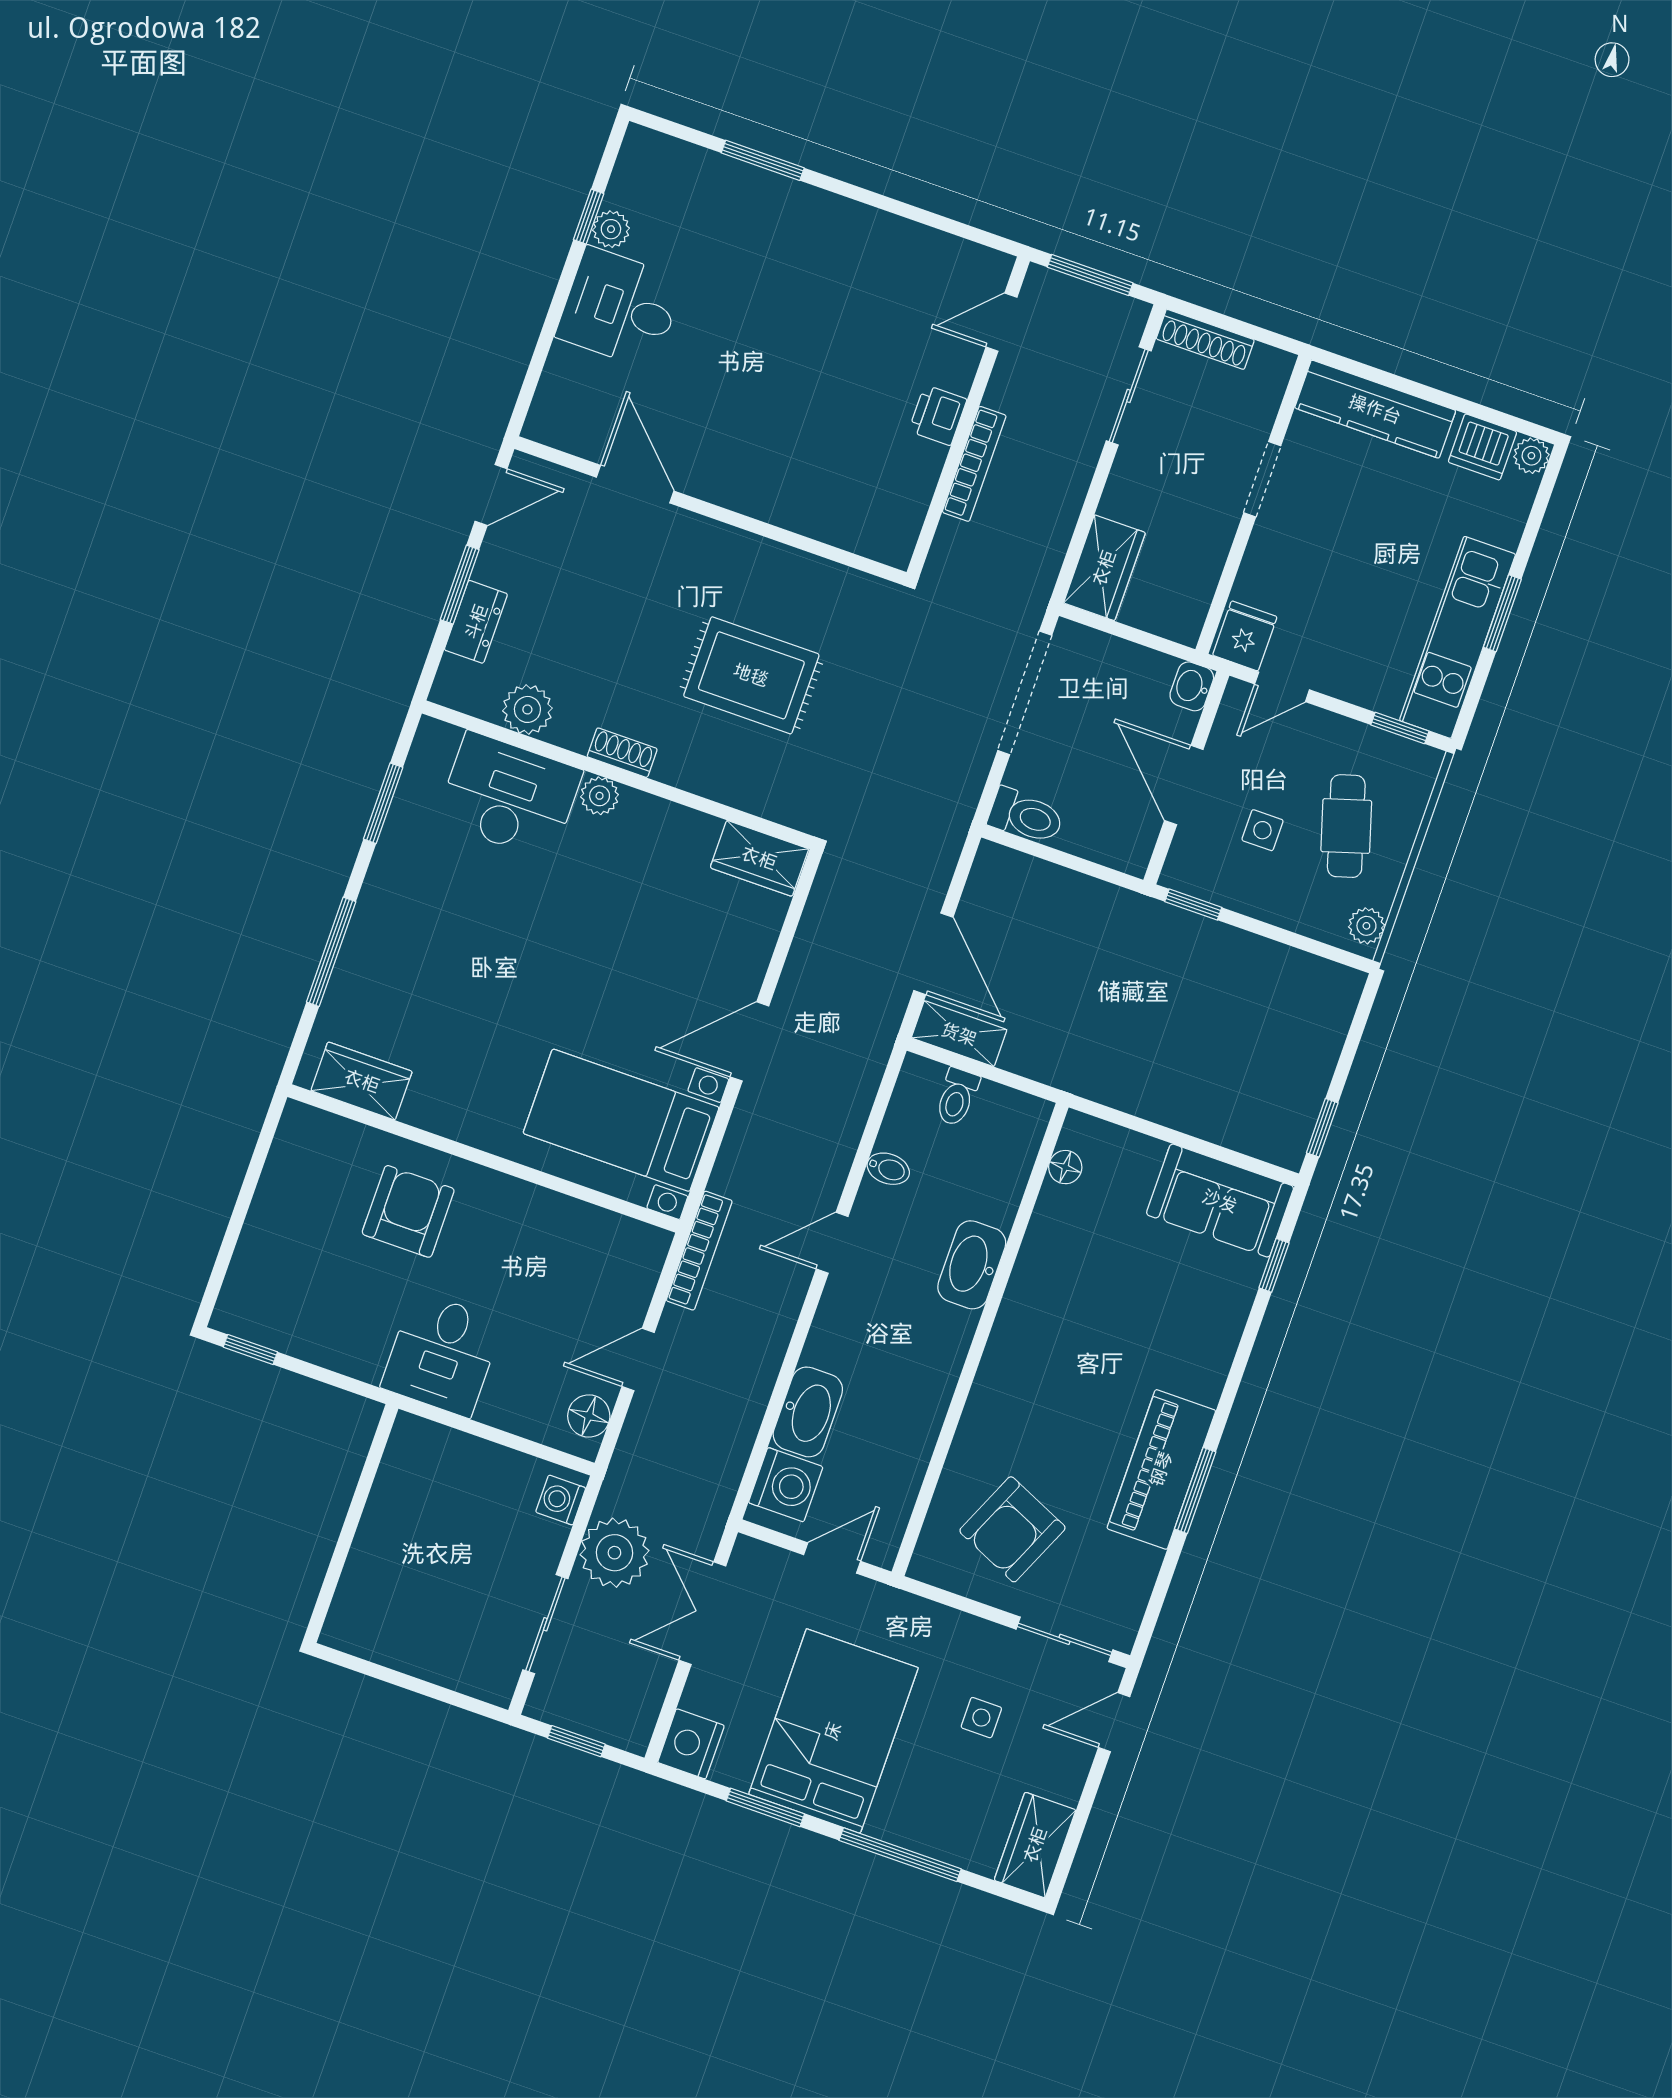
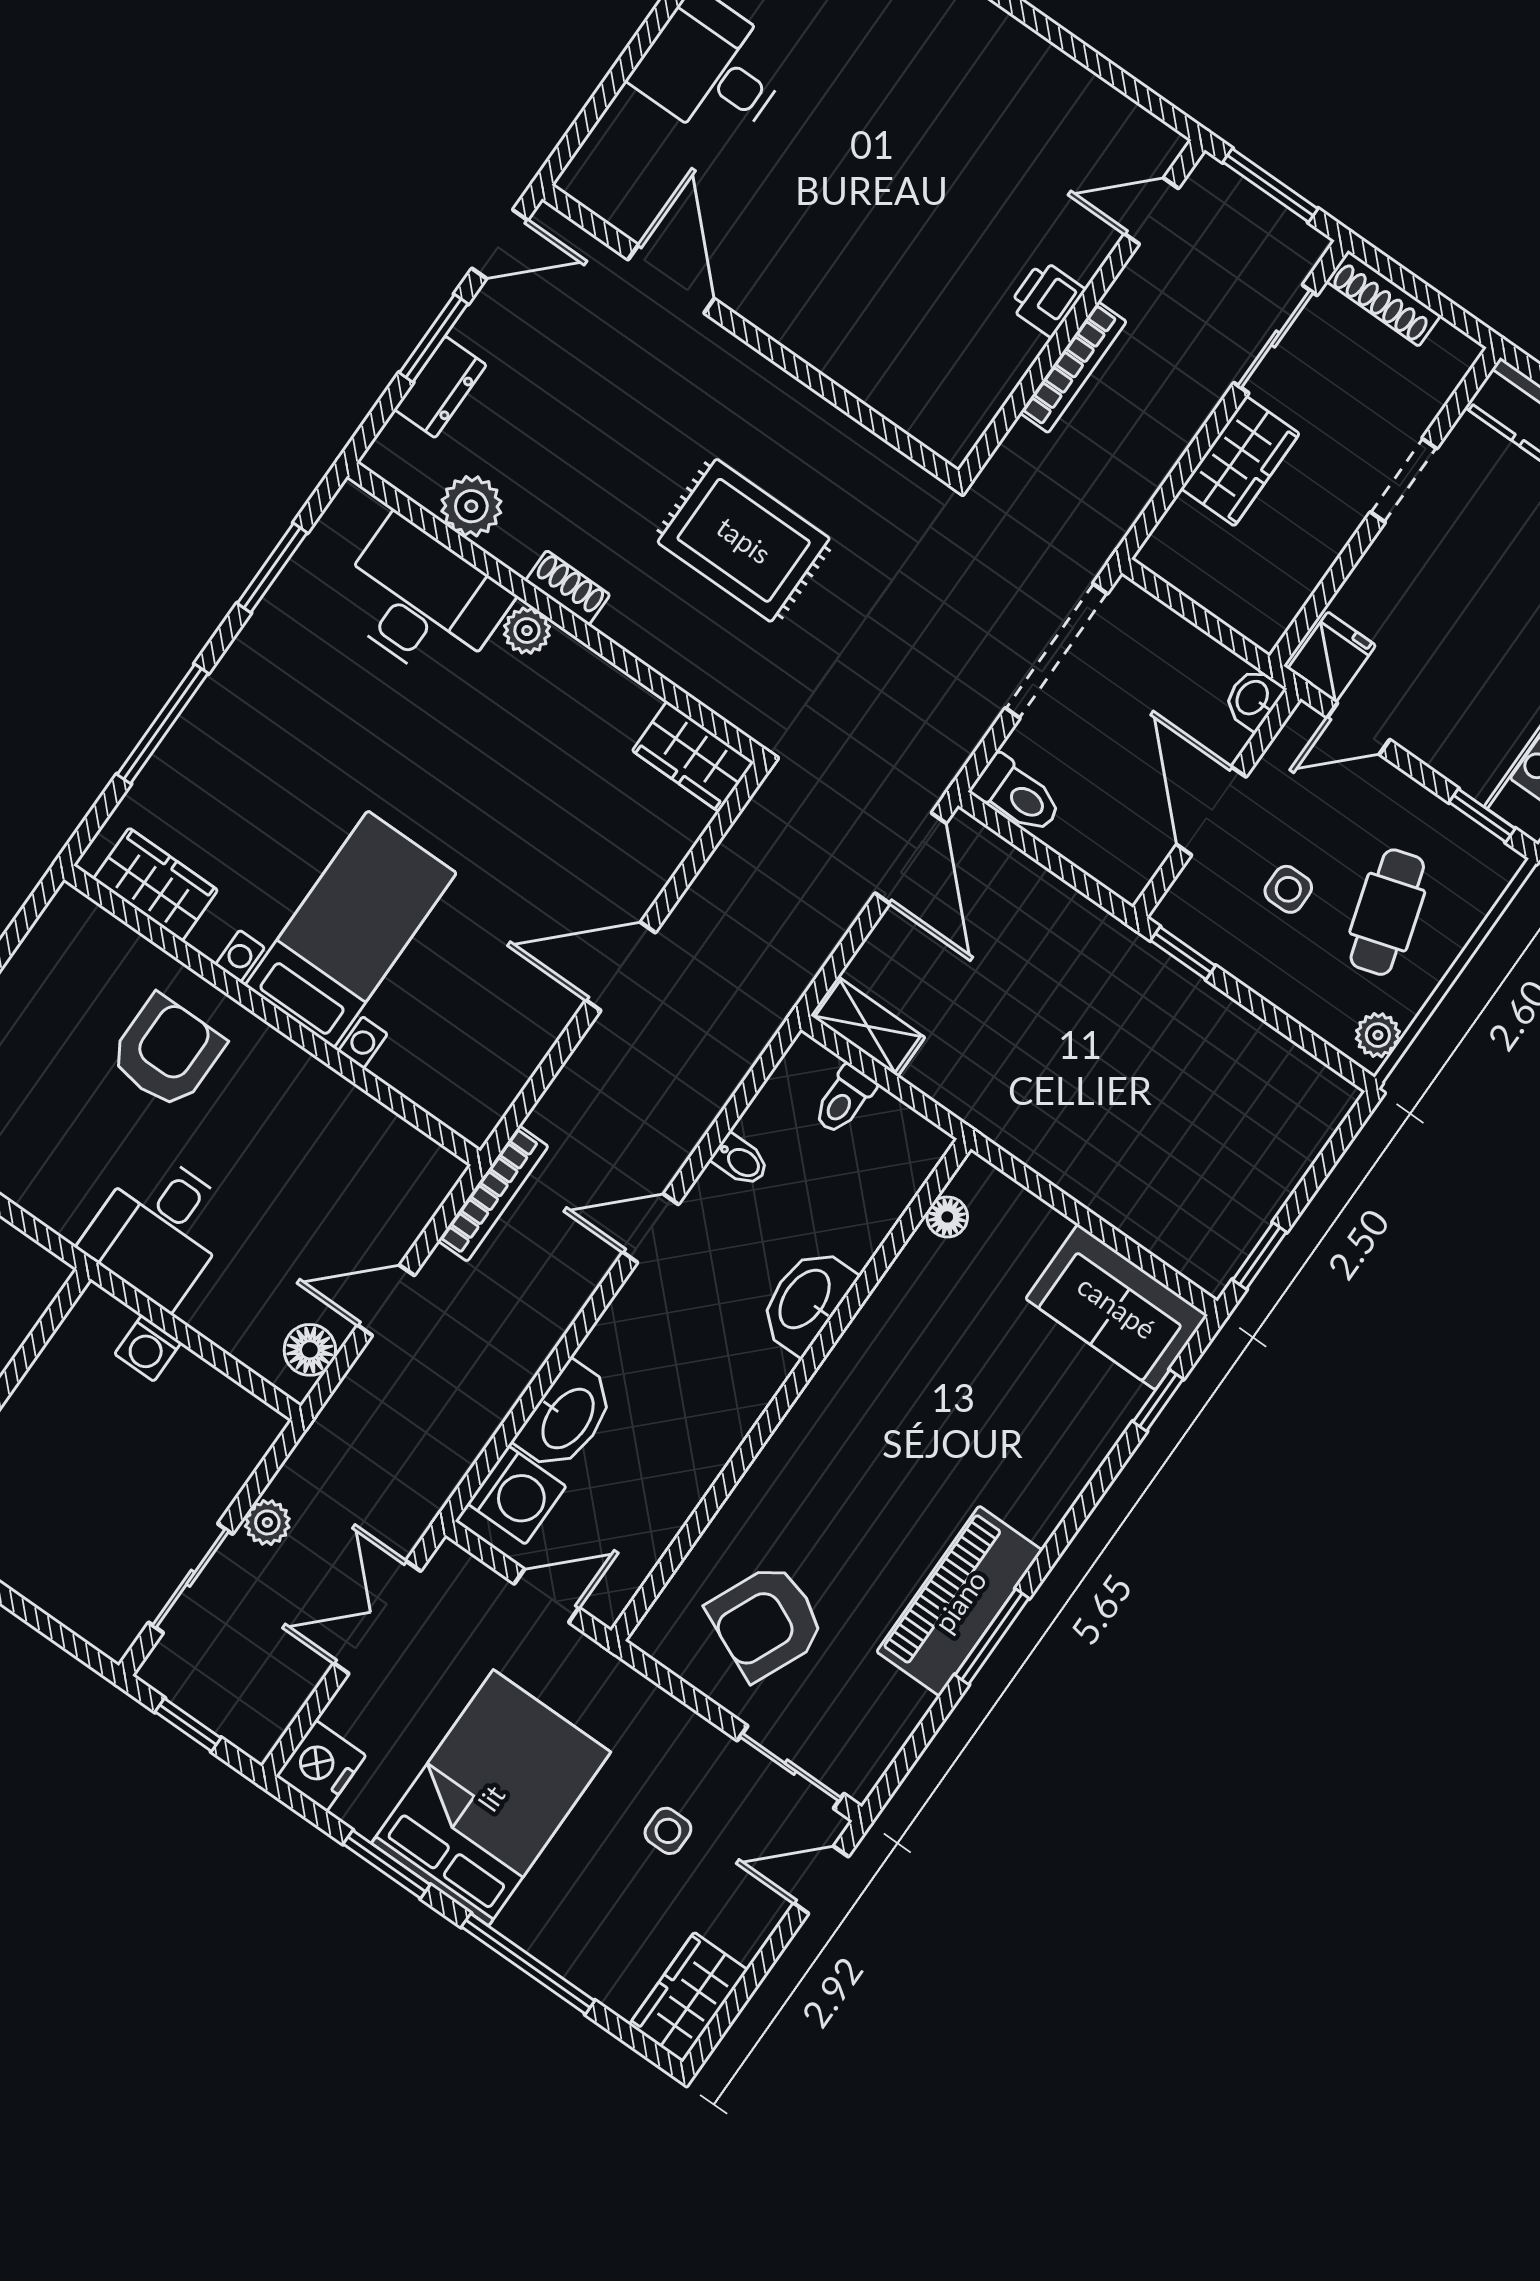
wardrobe: (1104, 568) -> (1240, 461), moved
door: (933, 954) -> (911, 858), moved
bed with nightstands: (621, 1120) -> (351, 929), moved, turned 90
washing machine: (561, 1500) -> (148, 1348), moved, turned -90
plant: (614, 1553) -> (267, 1522), width x0.53, depth x0.53

